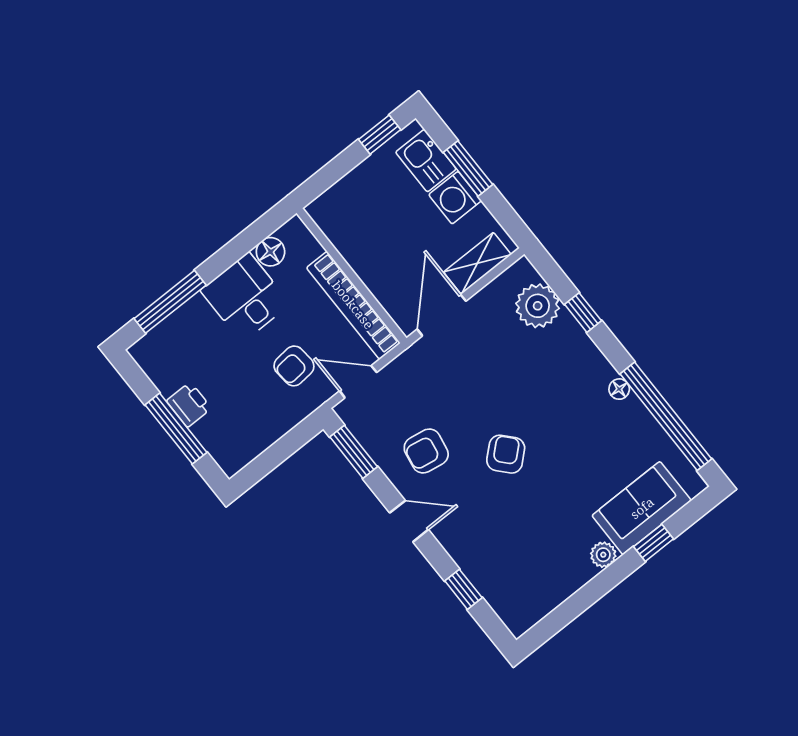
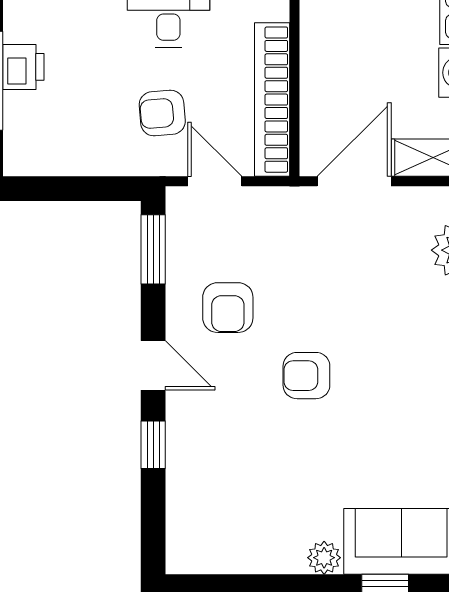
armchair: (426, 451) -> (228, 308), turned -100
armchair: (506, 454) -> (306, 376), turned -138
window: (463, 589) -> (153, 445), moved

